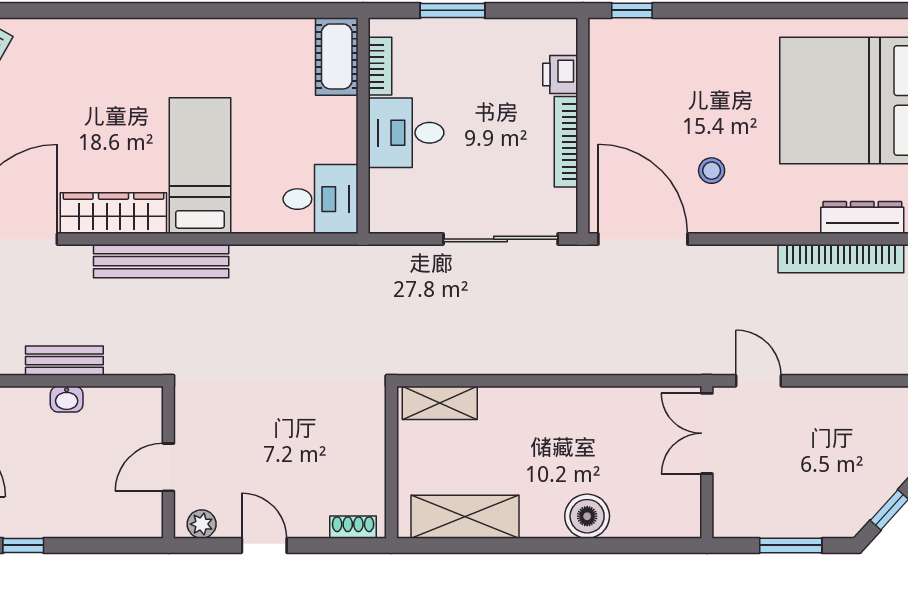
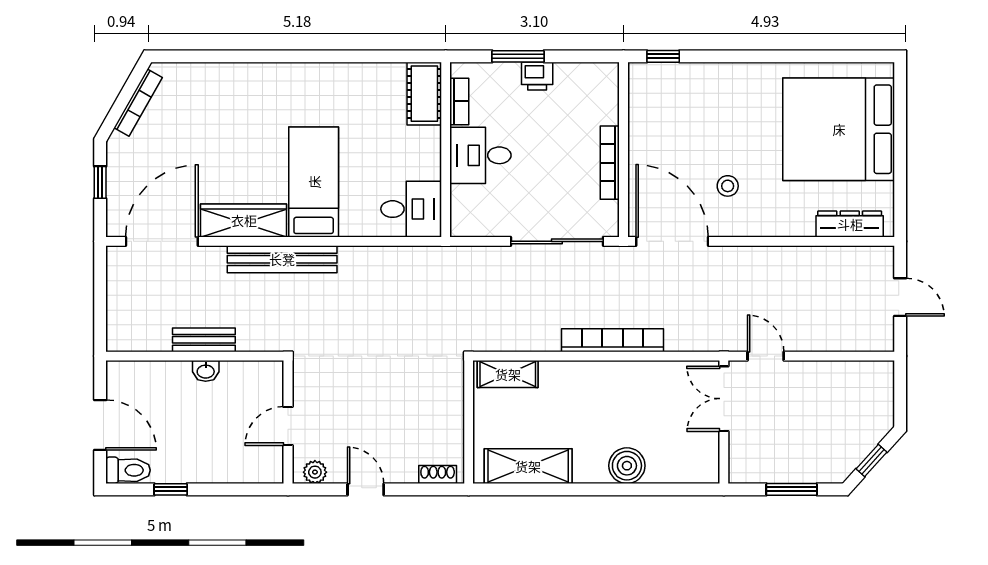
printer: (560, 75) -> (537, 76), moved, turned -90
bookcase: (841, 259) -> (612, 340), moved, turned 180

